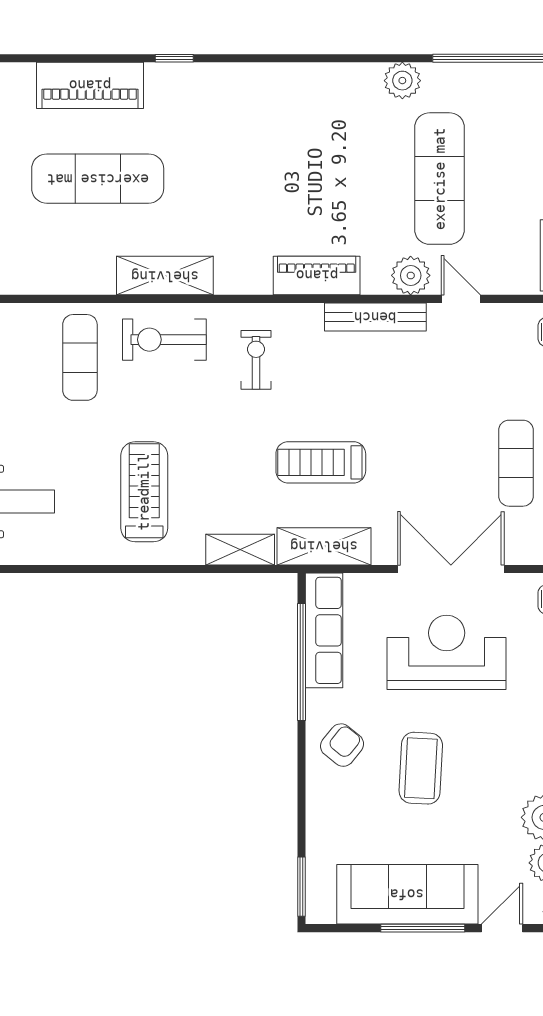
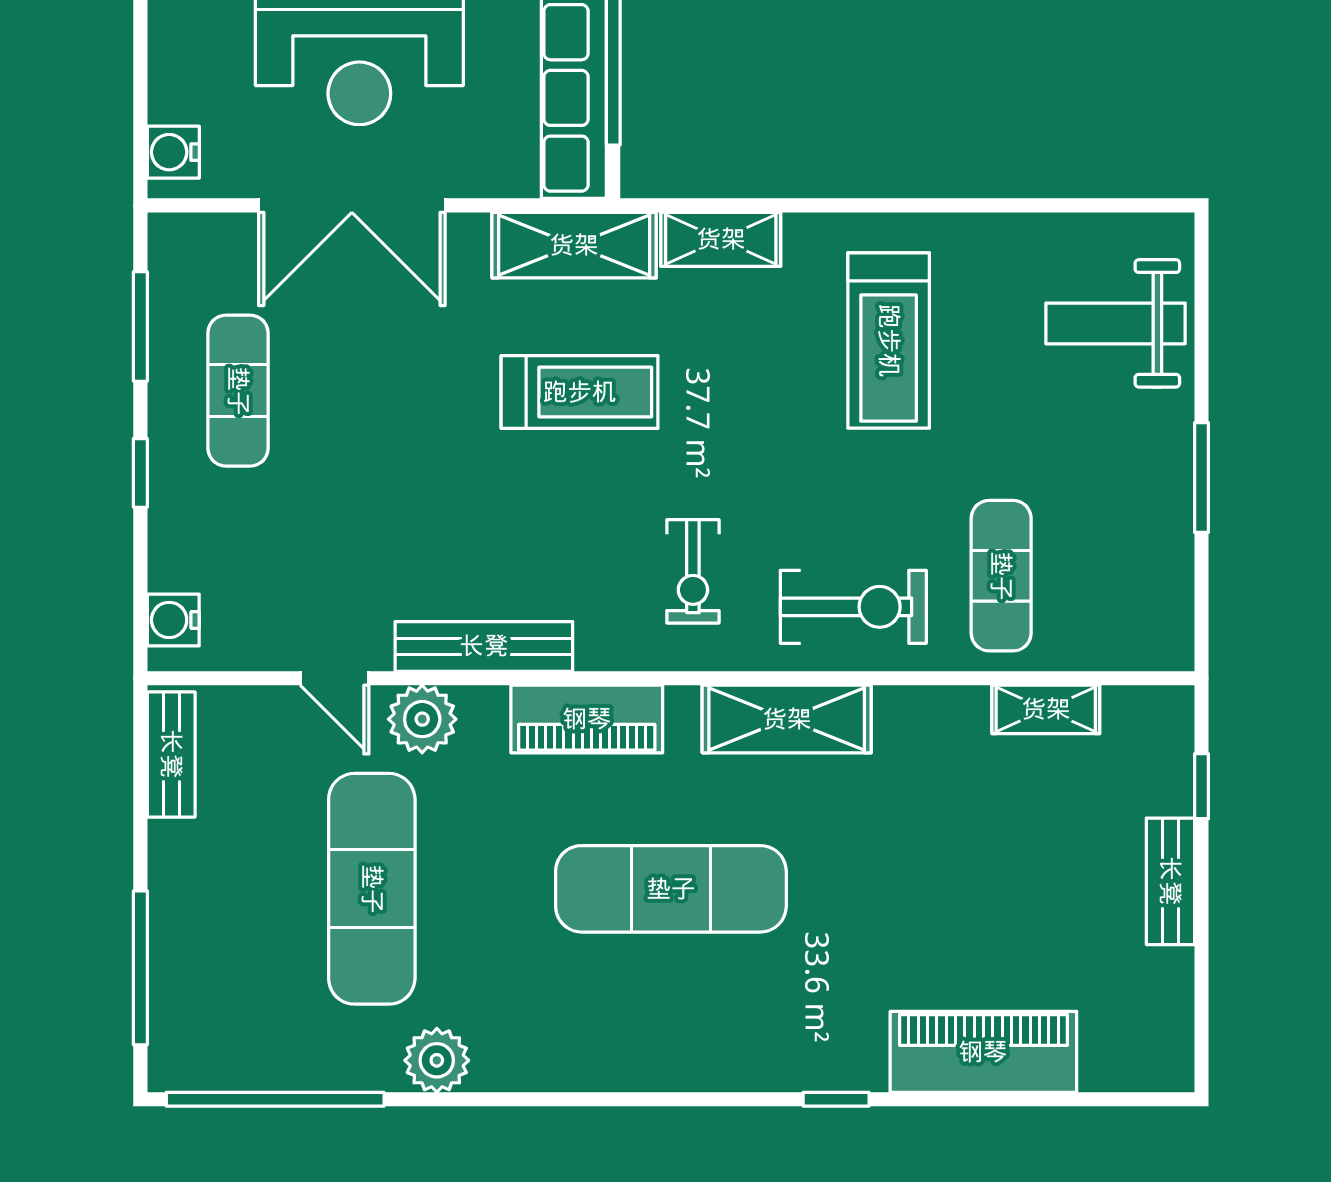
exercise mat: (98, 179) -> (671, 889), moved
shelving: (165, 276) -> (787, 719), moved
shelving: (54, 281) -> (1046, 709), added

